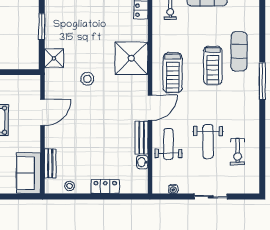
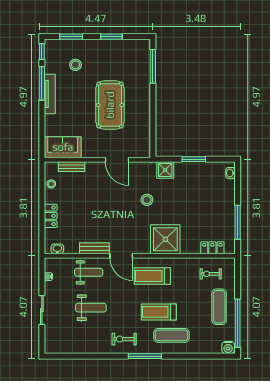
weight bench: (208, 141) -> (91, 308), turned 180
exercise bike: (238, 152) -> (124, 339), moved
washbasin: (142, 162) -> (57, 249), moved

